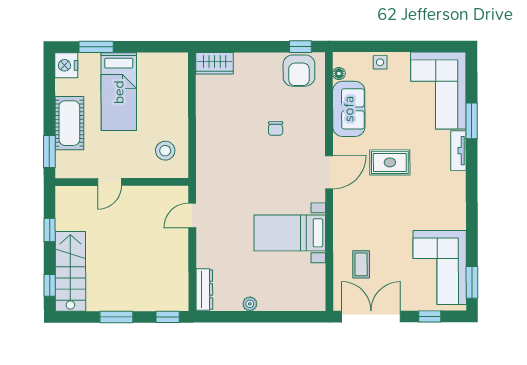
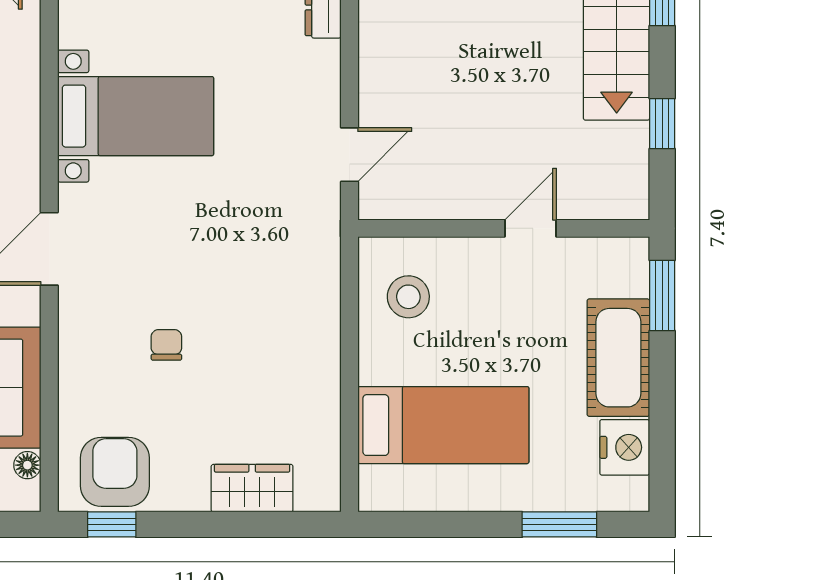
wardrobe: (214, 63) -> (252, 488), moved
nightstand: (66, 65) -> (625, 447), moved
bed: (119, 92) -> (443, 425), moved, turned 90

